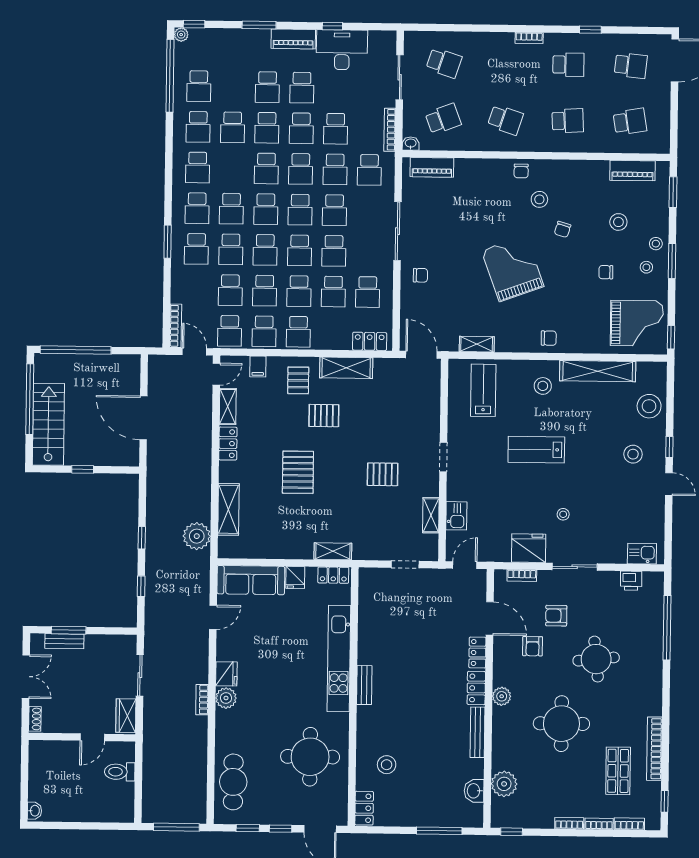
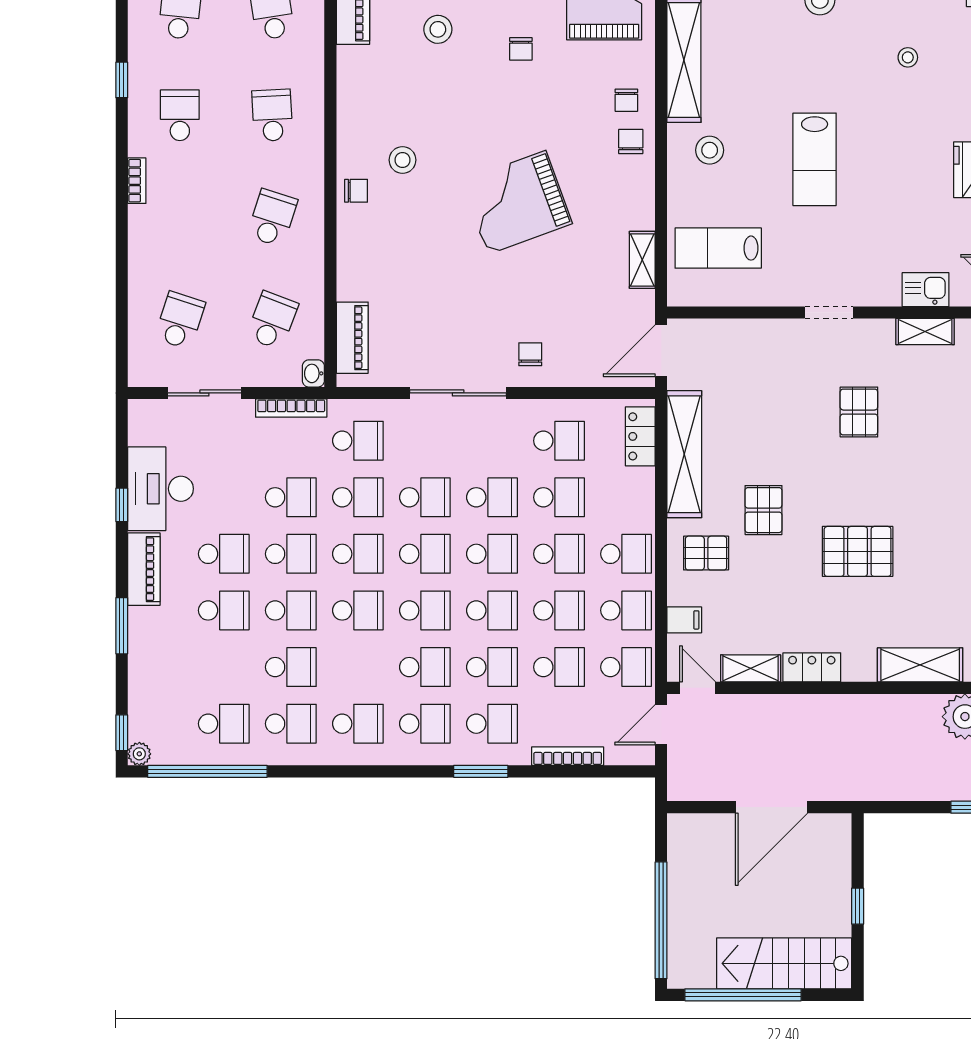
school desk: (443, 119) -> (272, 320), turned 42
chair: (563, 229) -> (626, 100), moved, turned 73
bookcase: (176, 326) -> (568, 756), moved
shelving: (346, 368) -> (684, 454), width x1.47
stool: (563, 514) -> (908, 57), moved

